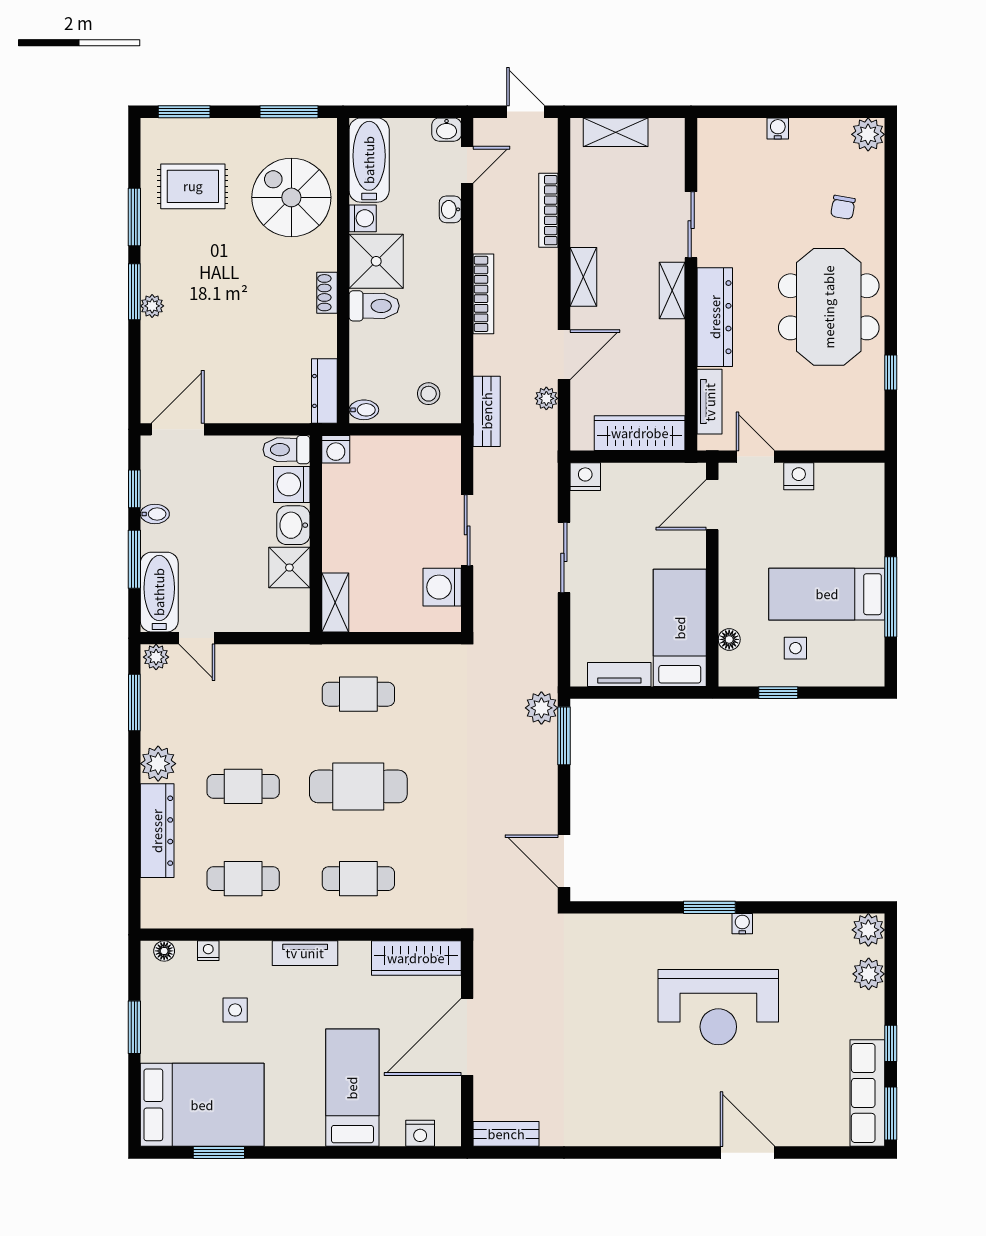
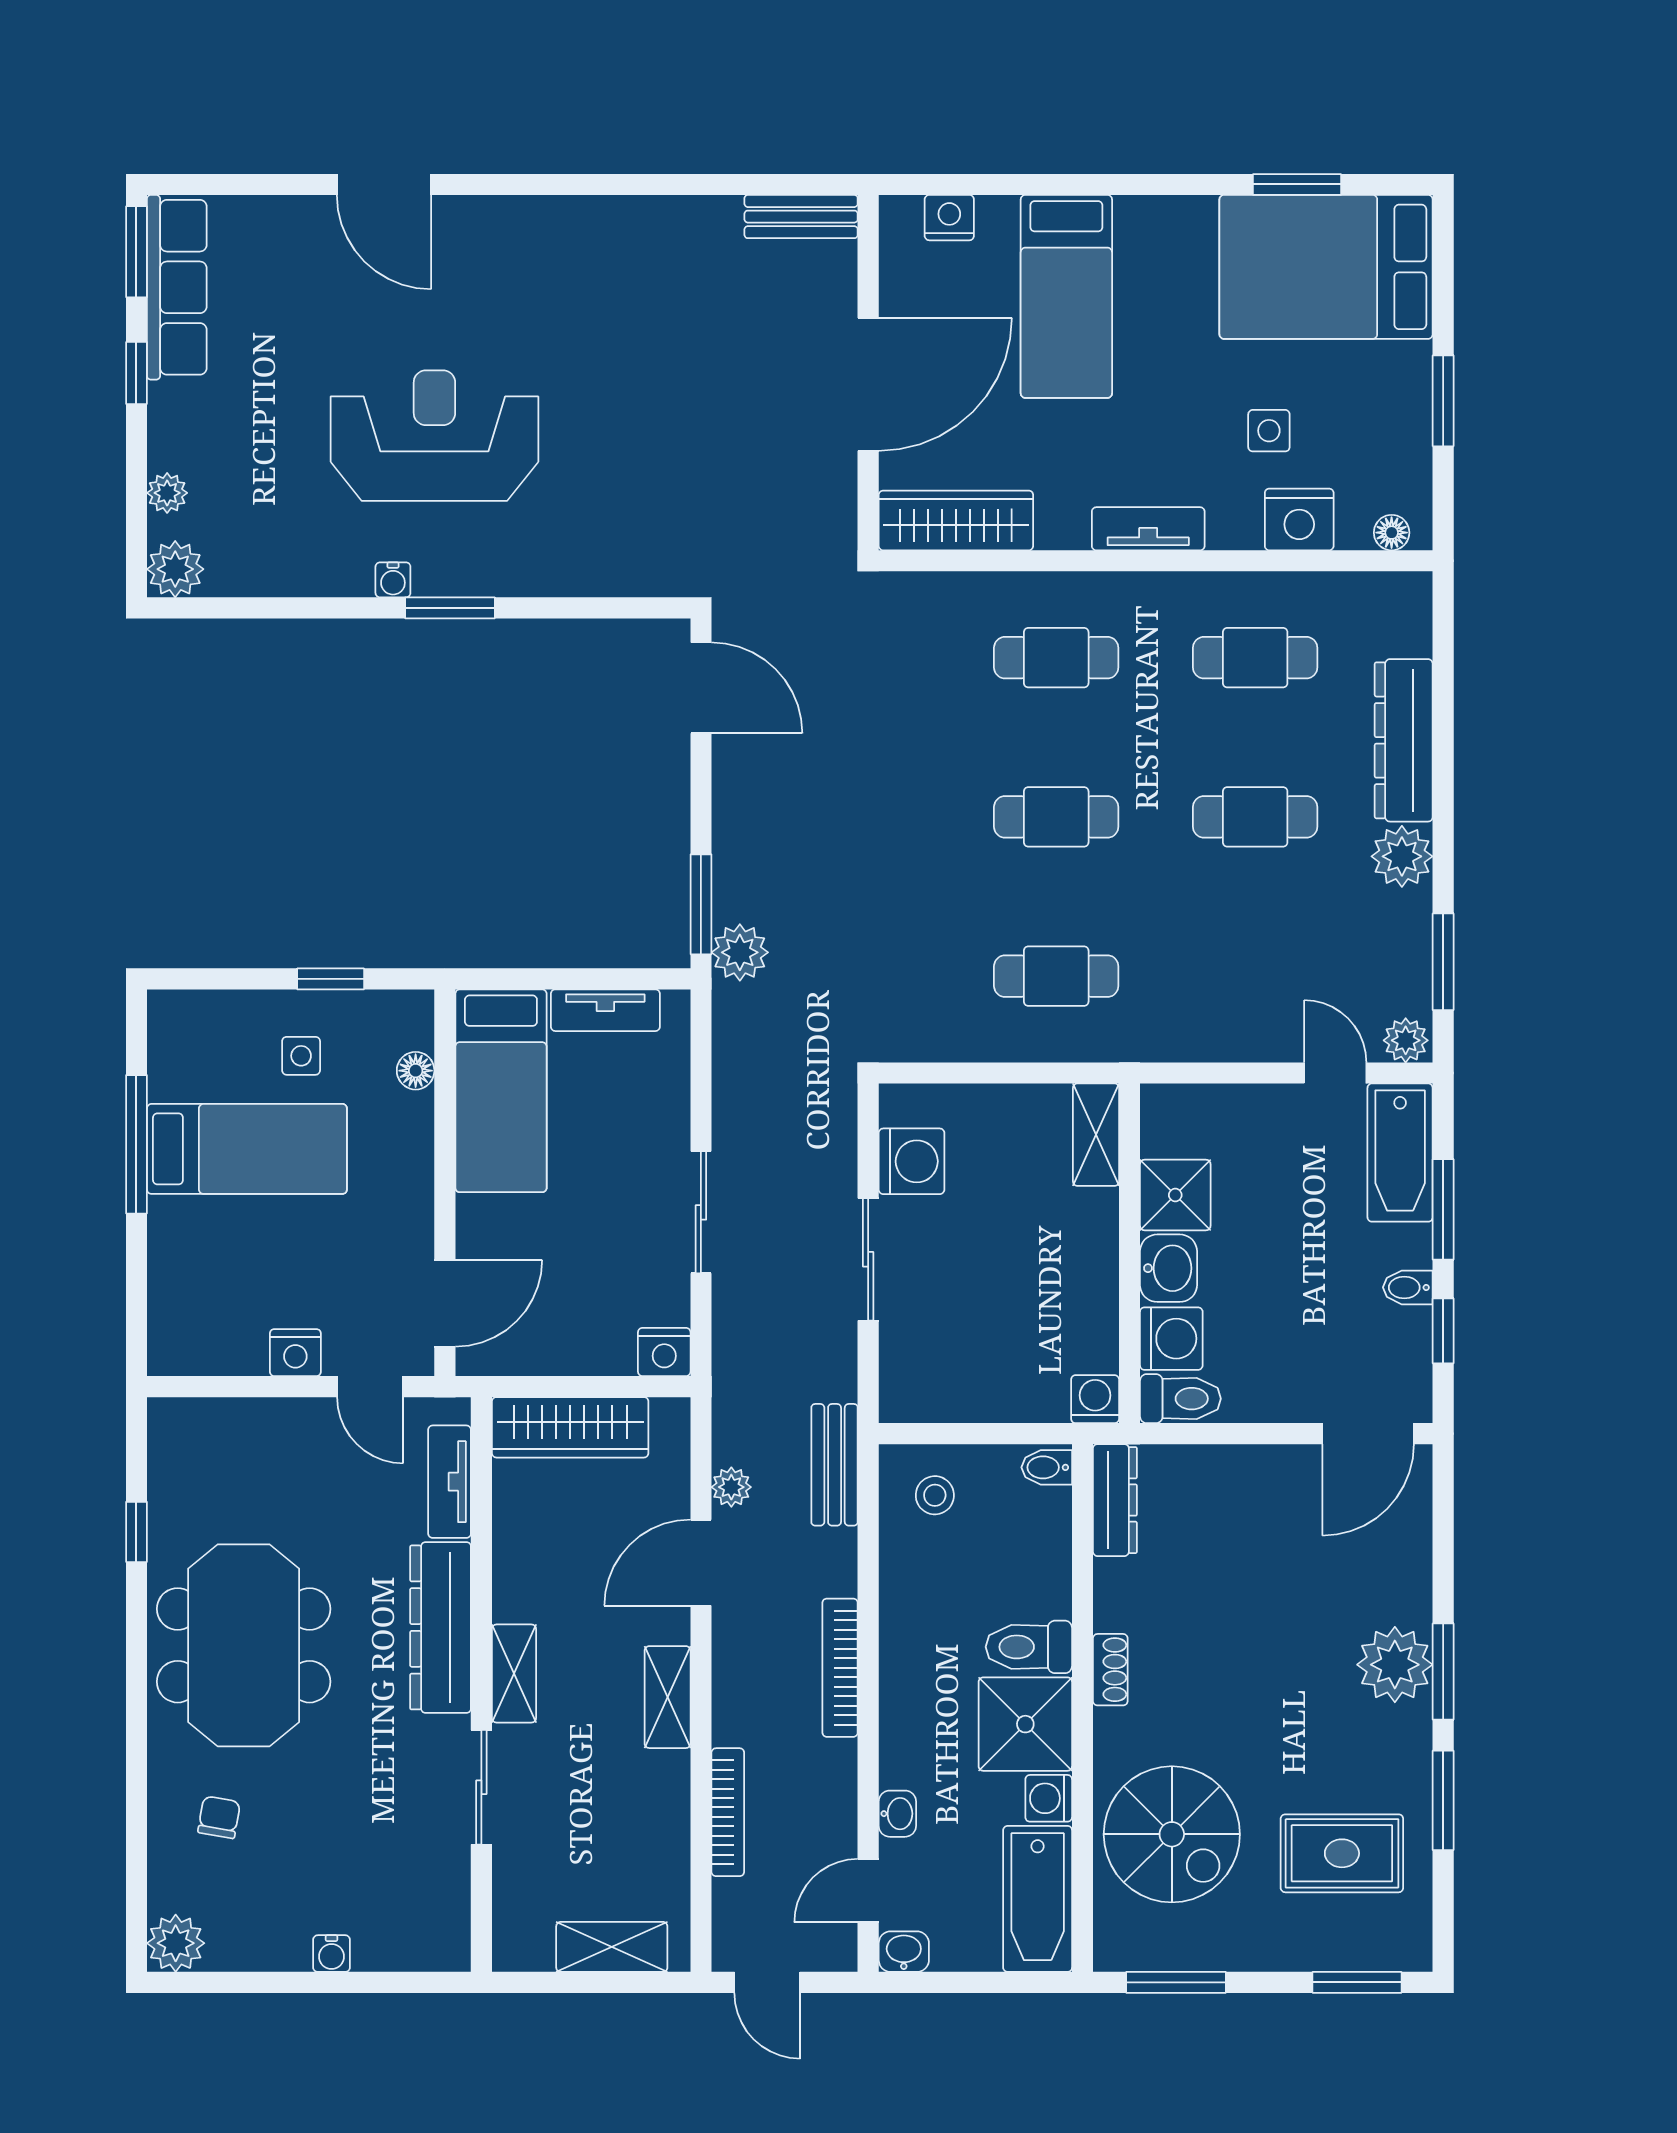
plant: (152, 306) -> (1395, 1665), width x1.88, depth x1.88
cafe table: (358, 786) -> (1056, 817), width x0.73, depth x0.74
nightstand: (208, 951) -> (1299, 519), width x1.89, depth x1.79
plant: (869, 974) -> (167, 493), width x0.73, depth x0.73

